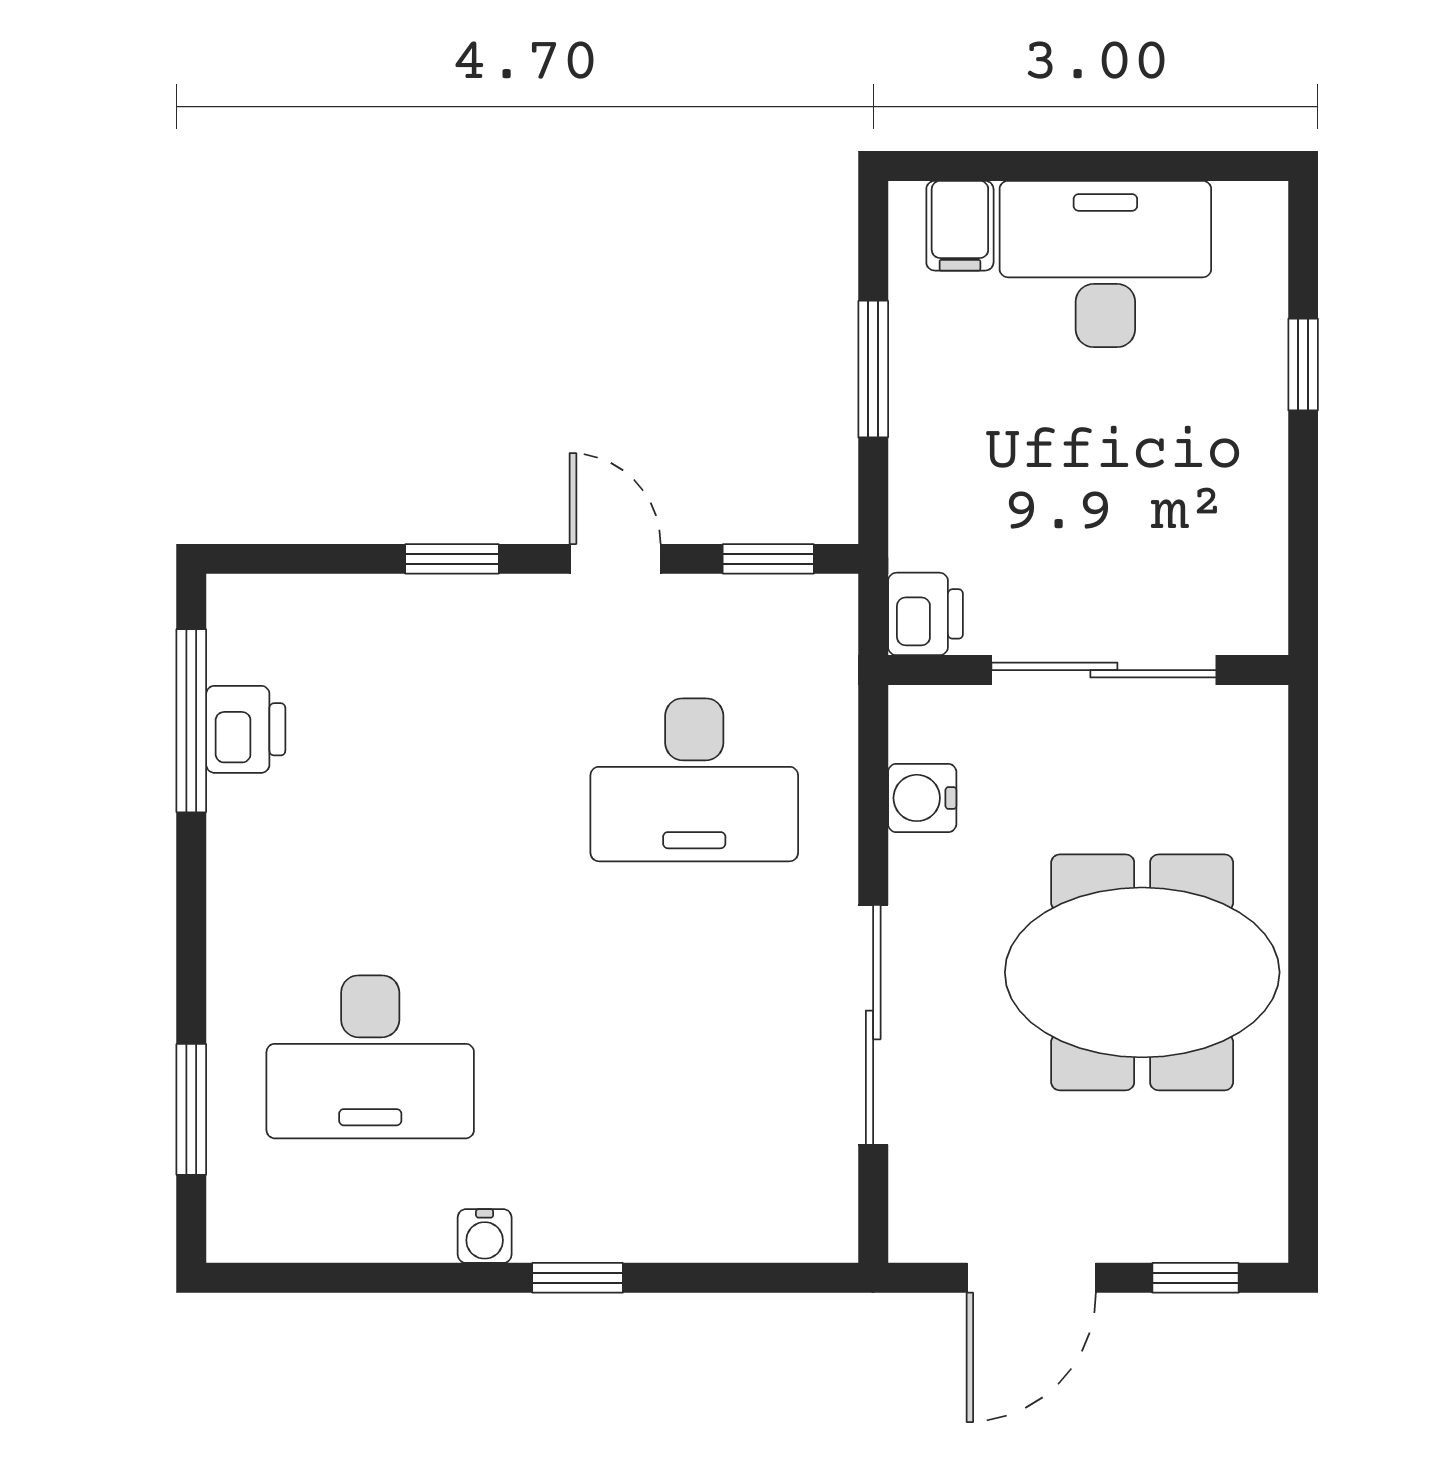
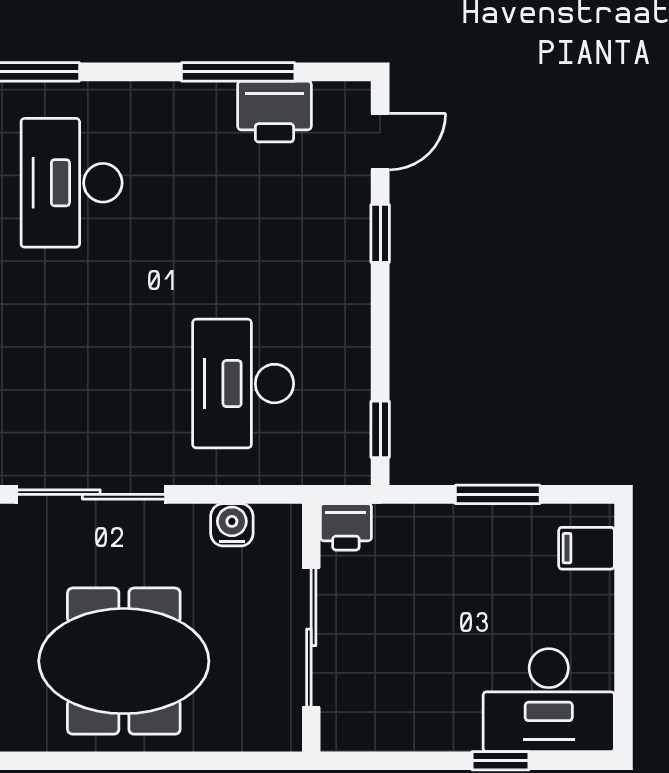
desk: (1105, 264) -> (549, 700), moved, turned 90
door: (615, 559) -> (380, 142), moved
window: (191, 721) -> (238, 72), moved
printer: (246, 729) -> (274, 112), width x1.36, depth x1.24
meeting table: (1142, 972) -> (124, 661), turned 90

